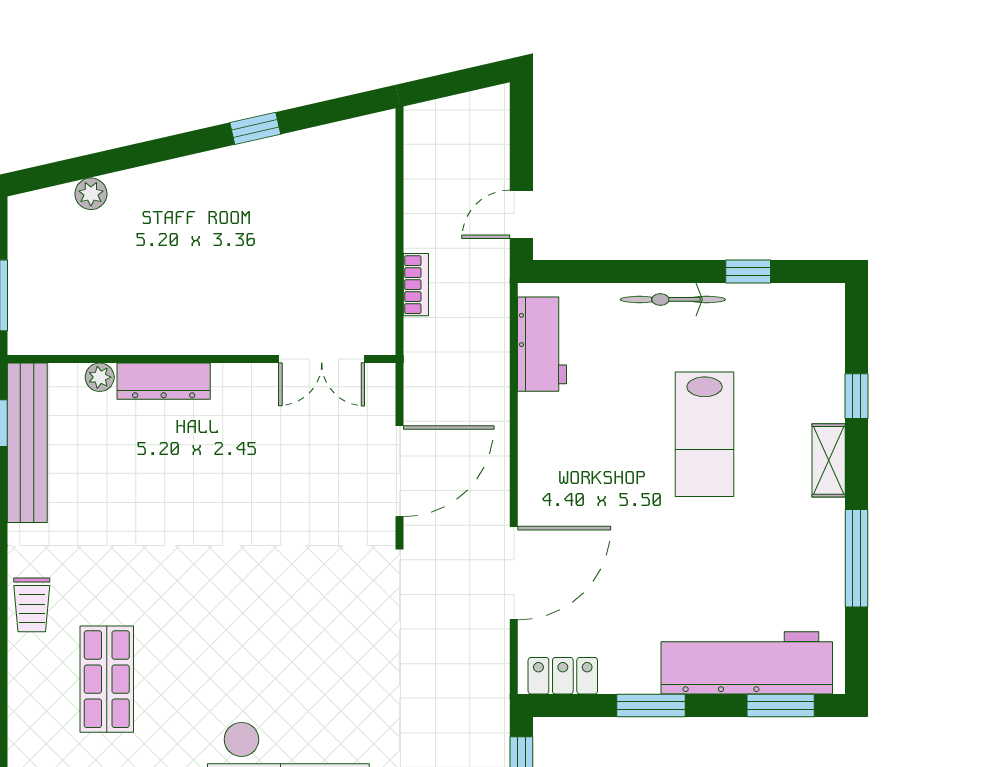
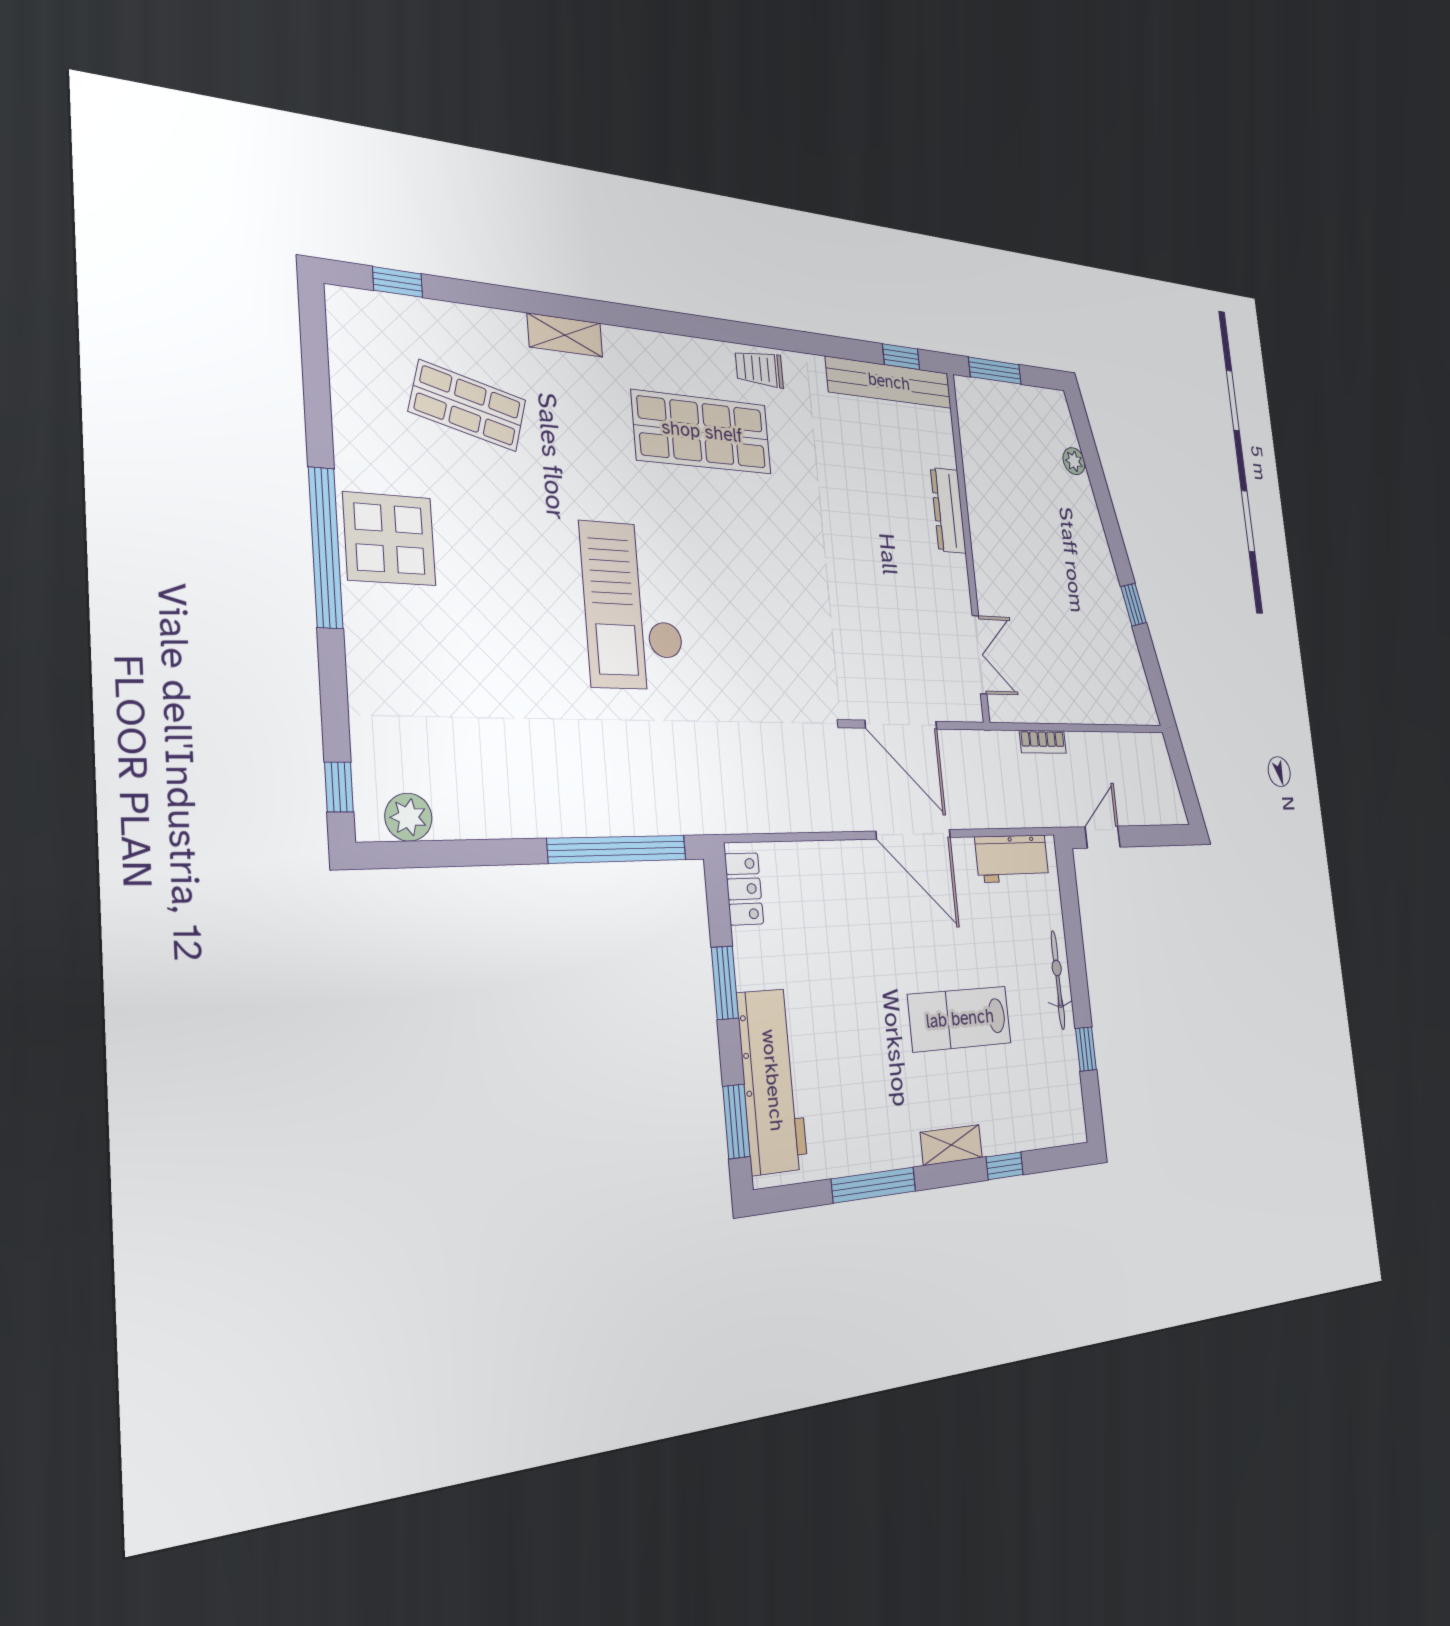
door: (521, 214) -> (1103, 837), hinge flipped
double door: (322, 359) -> (980, 655), swing flipped
plant: (100, 377) -> (945, 454), removed
door: (514, 573) -> (913, 834), moved
shop shelf: (107, 679) -> (702, 432), width x1.43, depth x1.36

